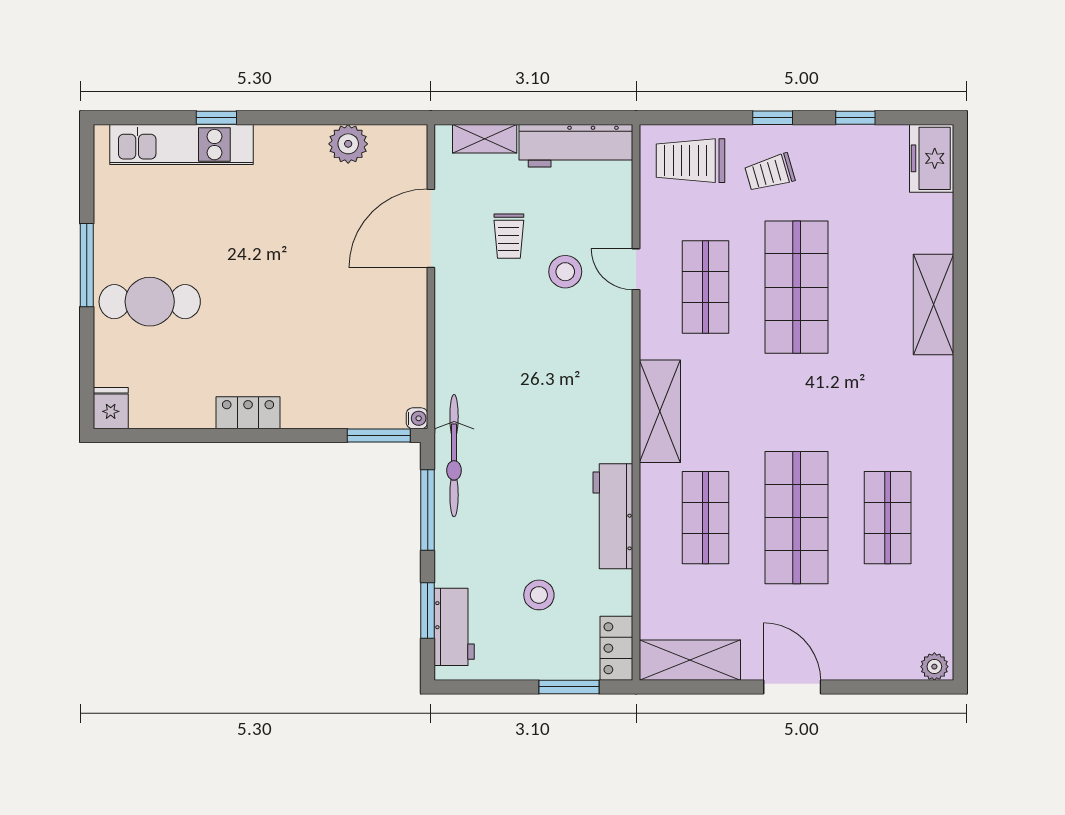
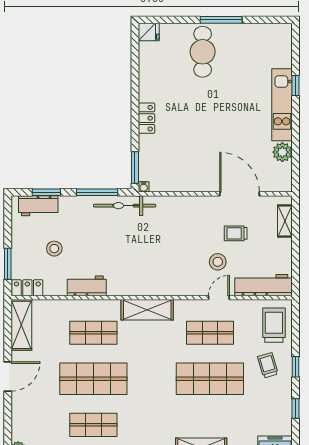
kitchen unit: (182, 145) -> (282, 105), moved
workbench: (576, 146) -> (263, 285), moved, turned 90
locker: (248, 413) -> (146, 118), moved
workbench: (613, 516) -> (87, 286), width x0.73

